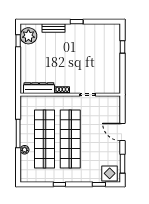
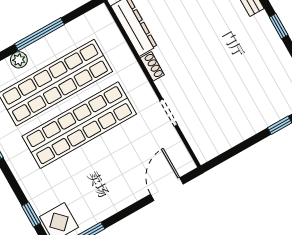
door: (122, 132) -> (167, 189), moved

